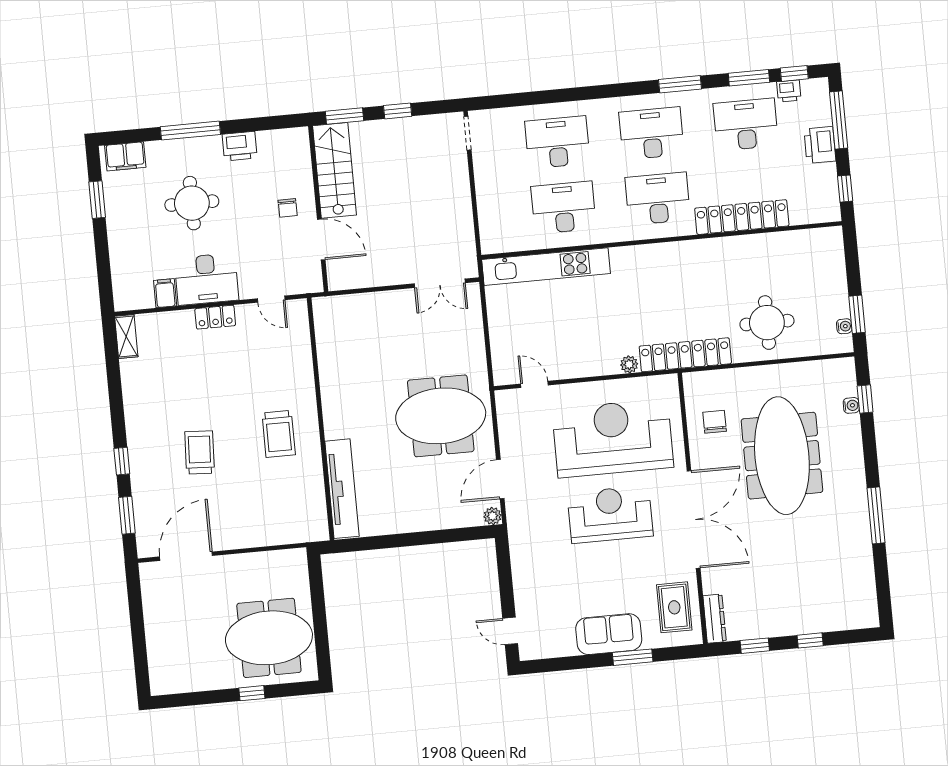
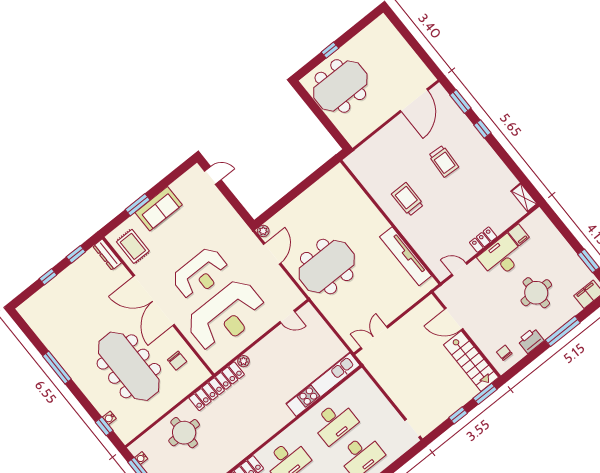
chair: (288, 208) -> (504, 353), moved
tv unit: (342, 489) -> (406, 256), moved

